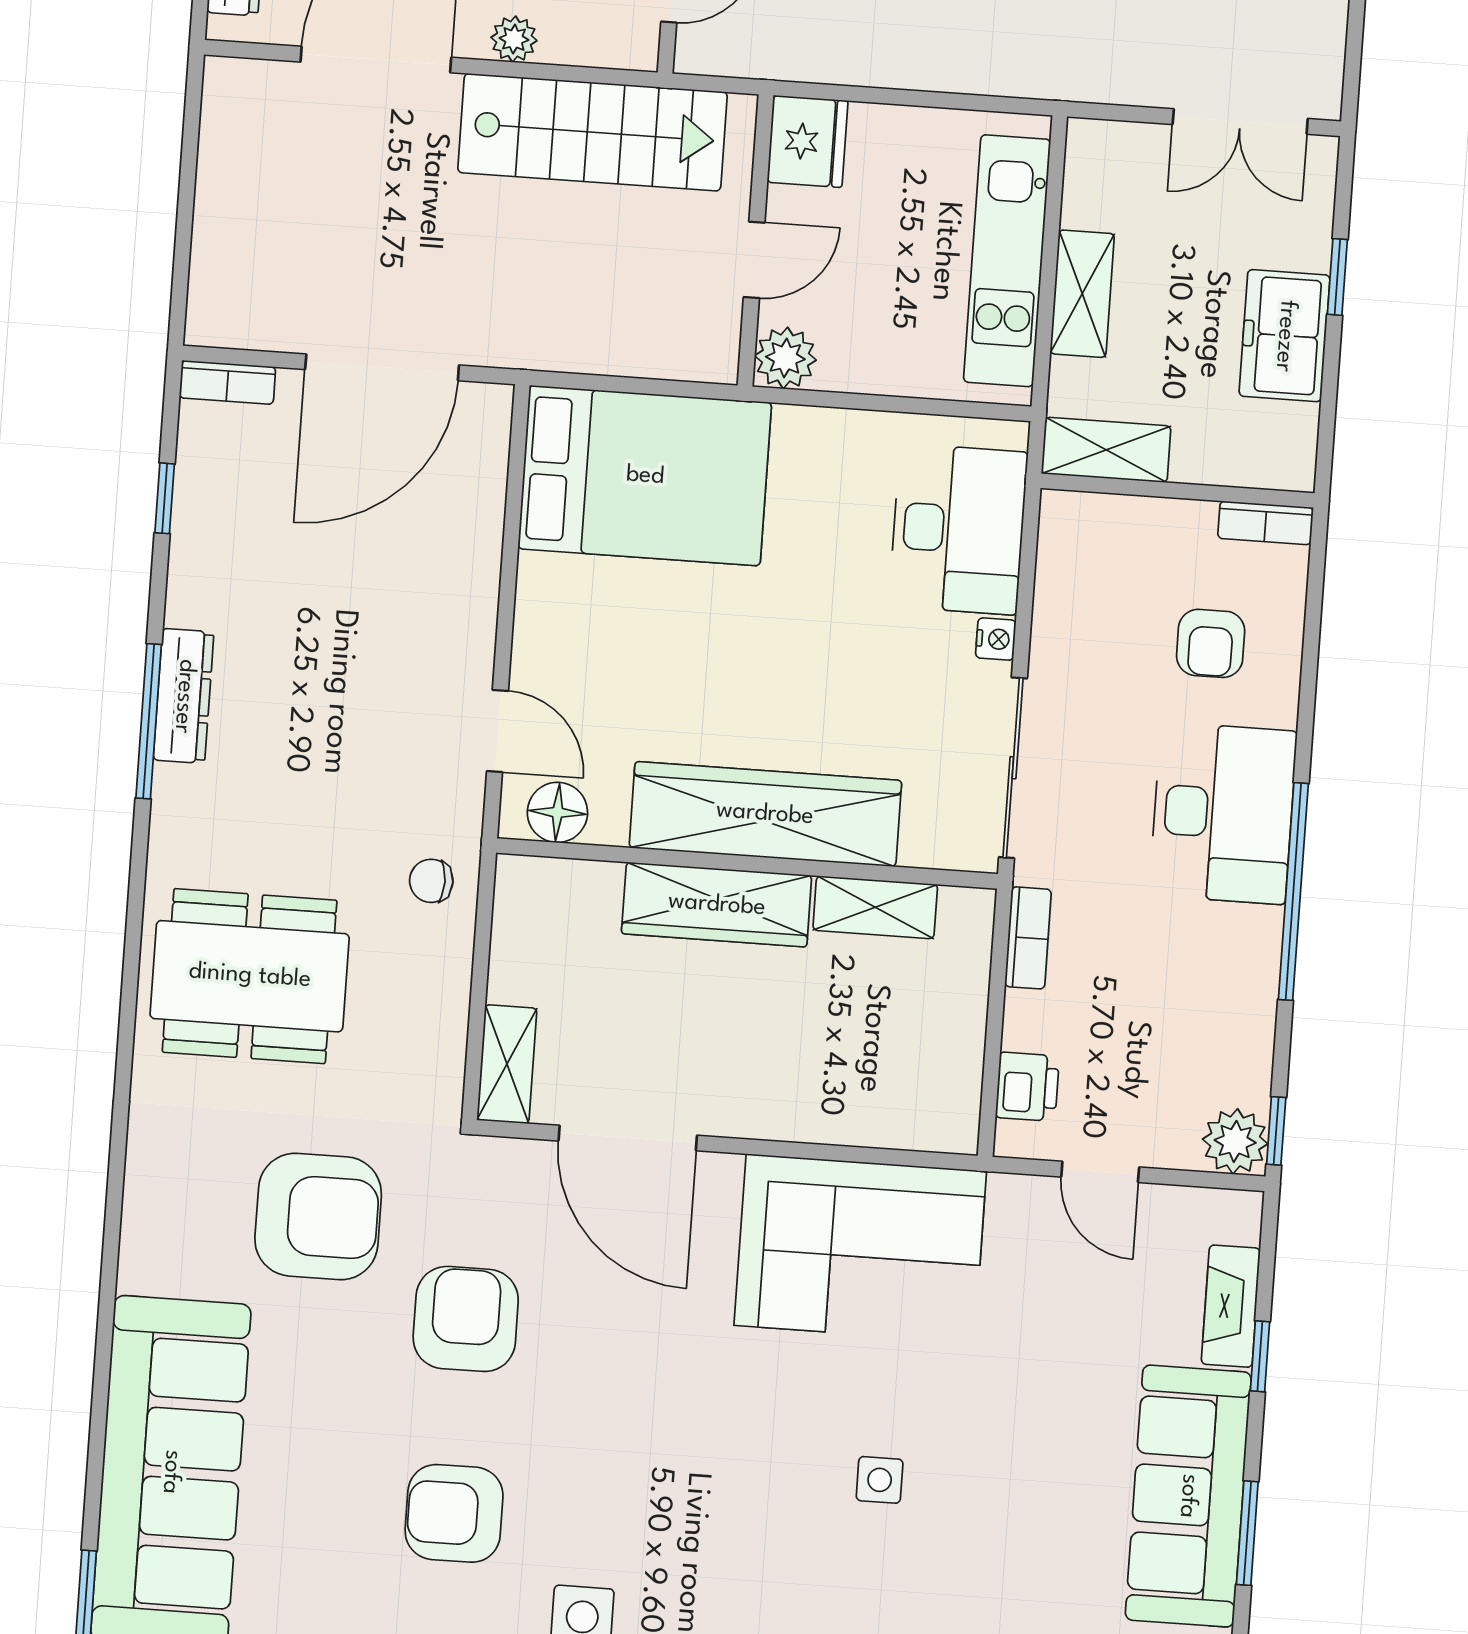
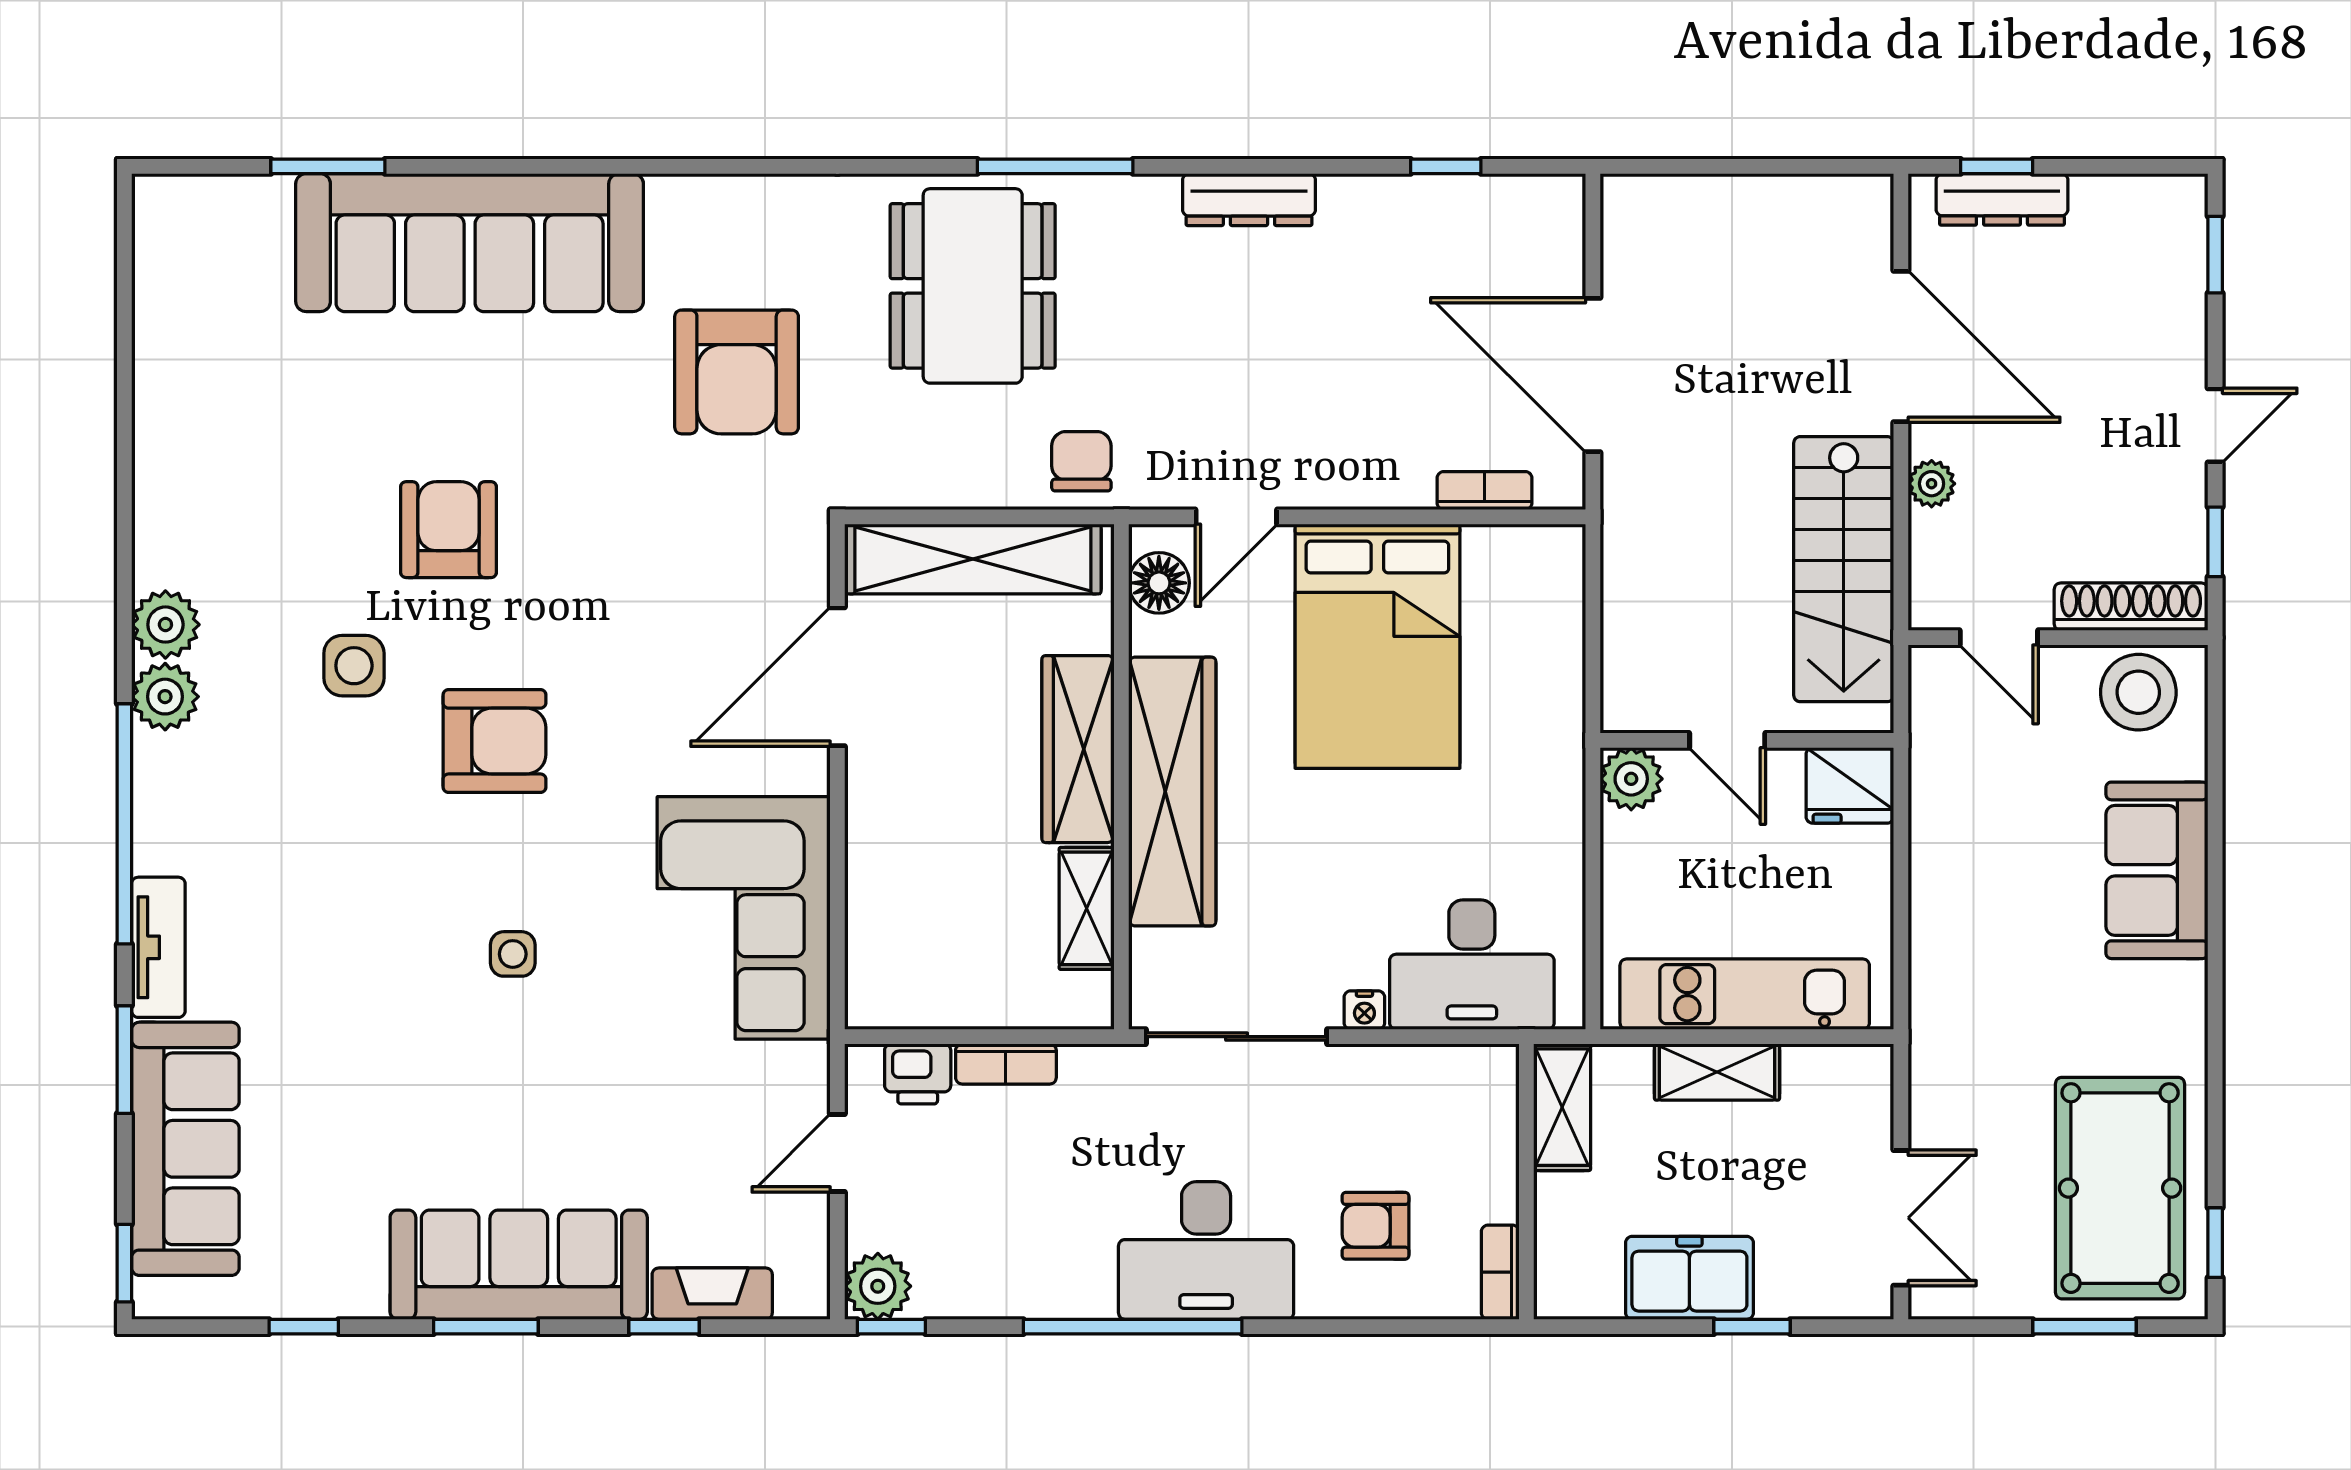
double door: (1240, 122) -> (1901, 1218), swing flipped
bookcase: (227, 382) -> (1485, 491), moved, turned 90
bed: (645, 476) -> (1377, 646), moved
window: (149, 721) -> (1055, 166), moved
chair: (431, 881) -> (1081, 461), width x1.37, depth x1.37
bookcase: (1028, 938) -> (1006, 1064), moved
shelving: (507, 1064) -> (973, 559), width x2.20, depth x1.33
armchair: (466, 1319) -> (495, 741), moved

